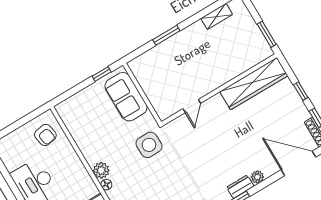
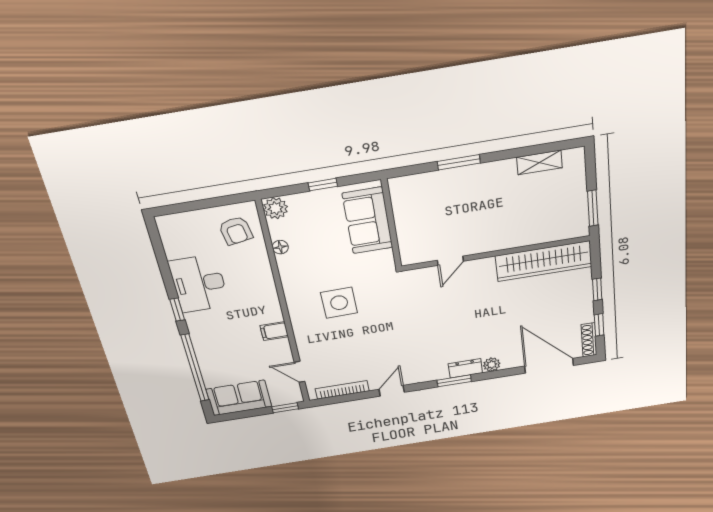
window: (102, 74) -> (323, 185), moved
side table: (149, 145) -> (339, 303), moved
plant: (101, 170) -> (275, 208), moved
floor lamp: (106, 185) -> (280, 247), moved

